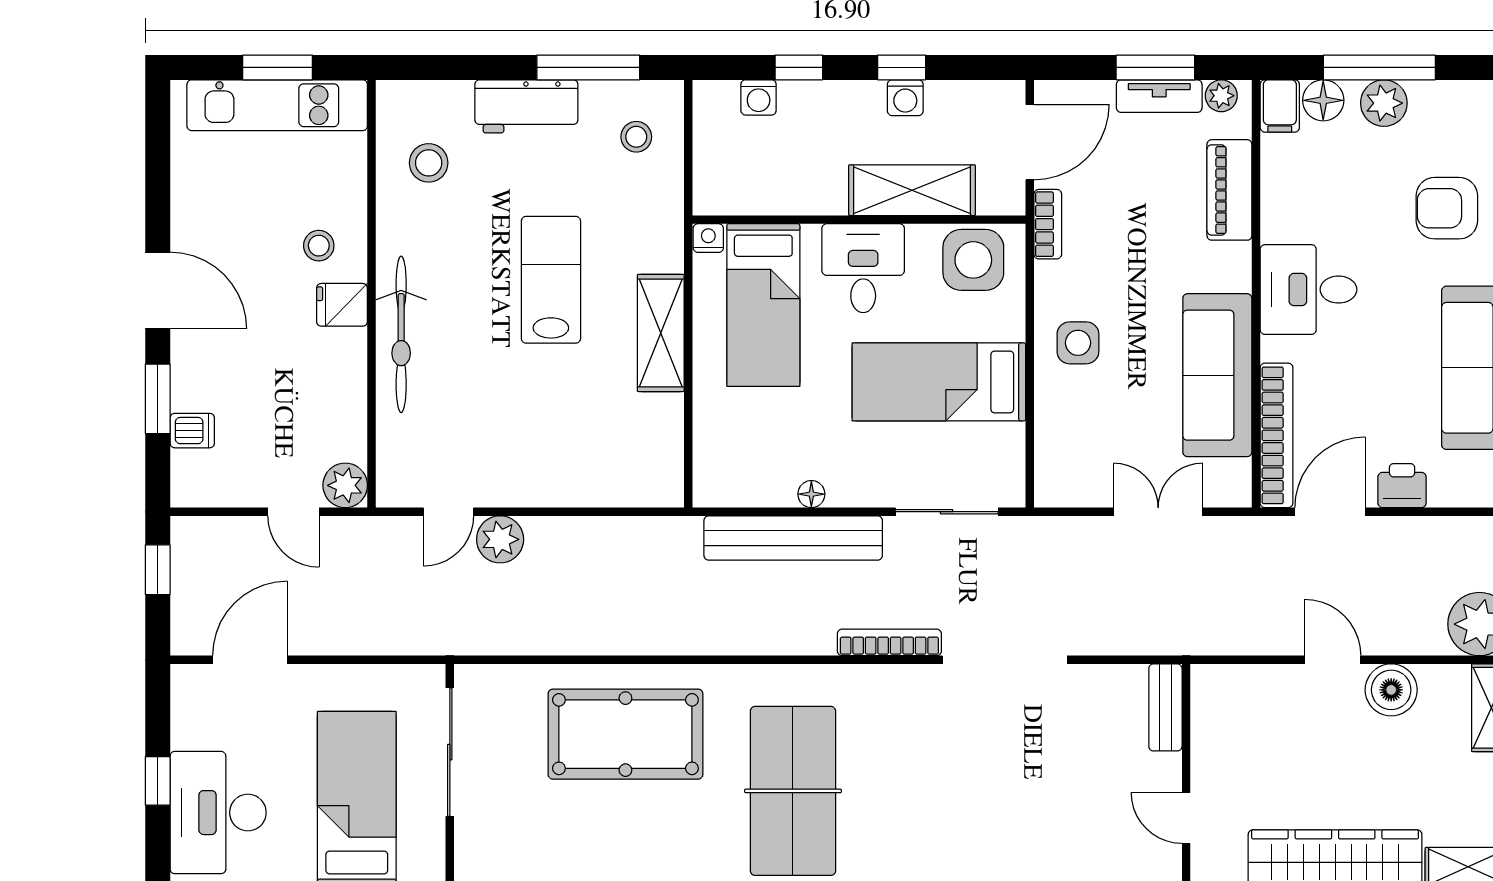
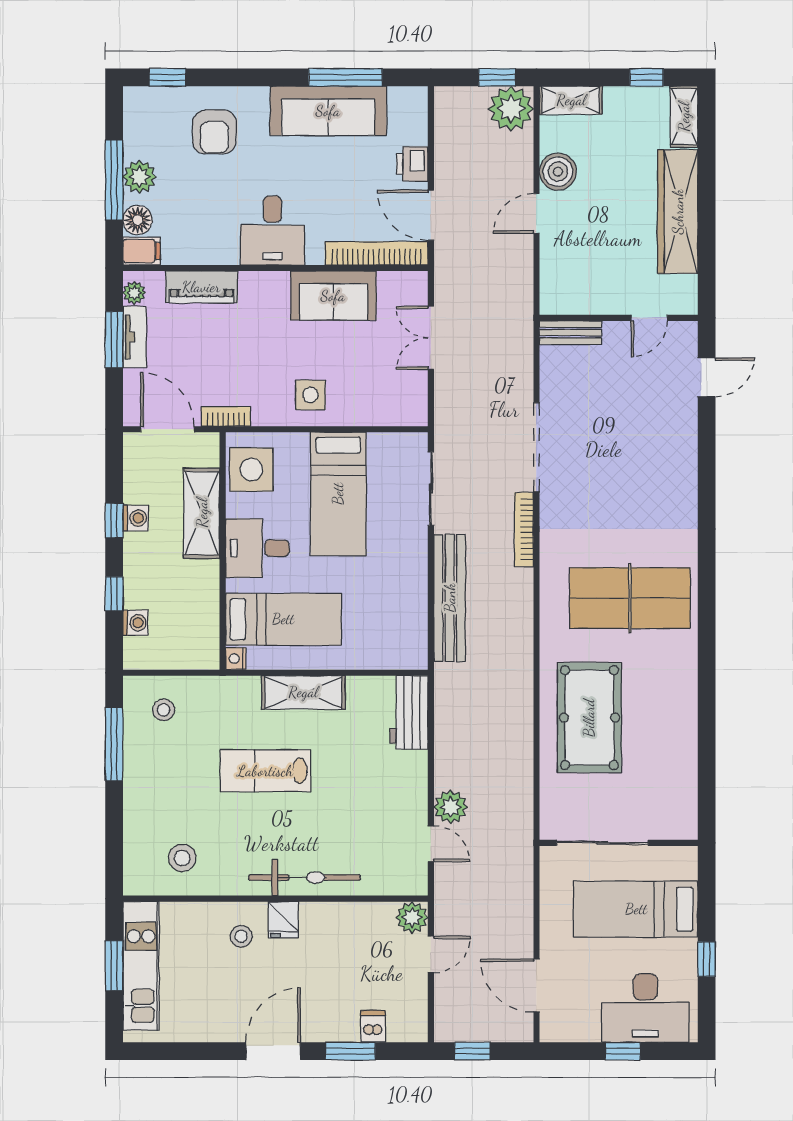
workbench: (526, 106) -> (409, 712), moved, turned 180
sofa: (1217, 375) -> (333, 296), width x0.73
floor lamp: (811, 494) -> (418, 585), removed

